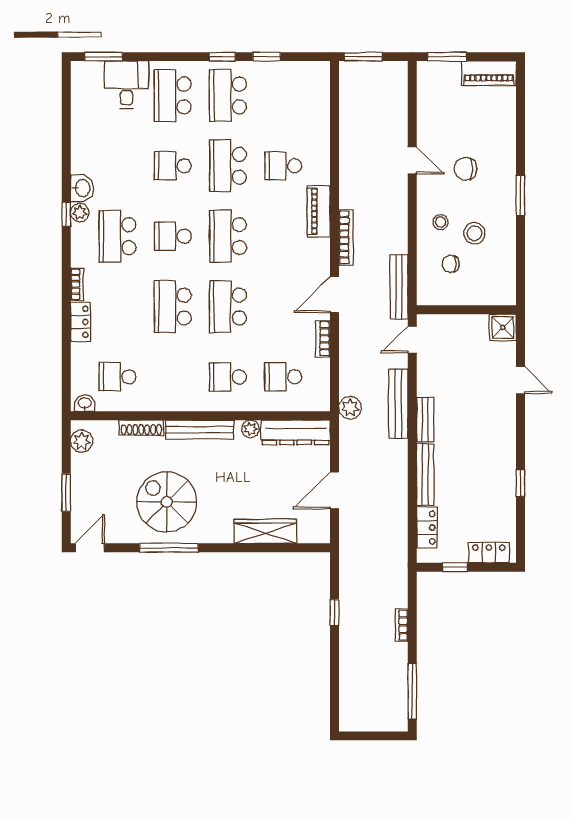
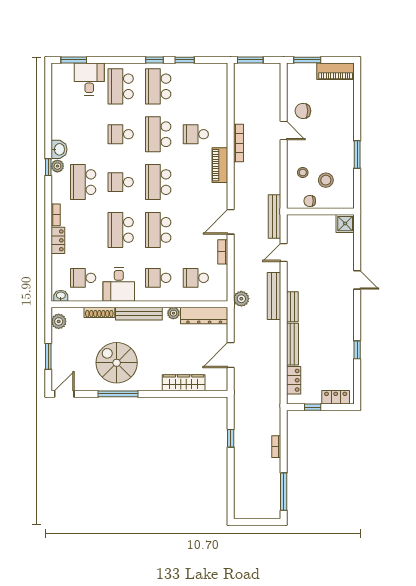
chair: (466, 169) -> (303, 111), moved
bookcase: (346, 237) -> (238, 143), moved
wall: (466, 310) -> (320, 212), moved
shower: (503, 327) -> (345, 224), moved
desk: (170, 387) -> (119, 284), added

